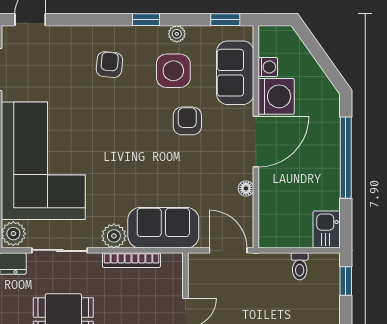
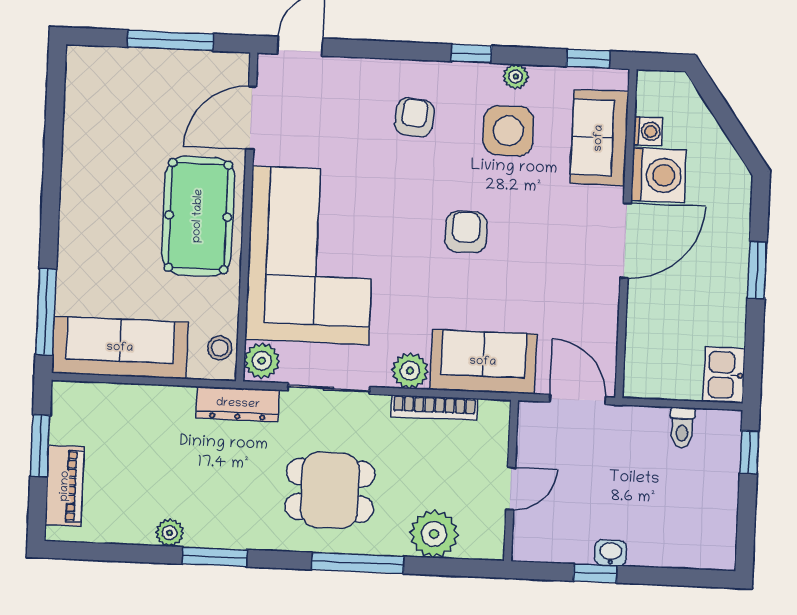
armchair: (187, 121) -> (466, 232), moved
window: (346, 158) -> (757, 270), width x0.47
floor lamp: (246, 188) -> (608, 309), removed

